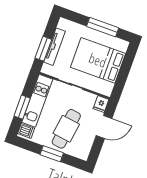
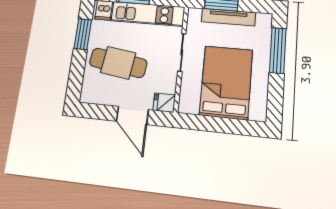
window: (103, 27) -> (278, 50), moved
window: (52, 154) -> (83, 34), moved

